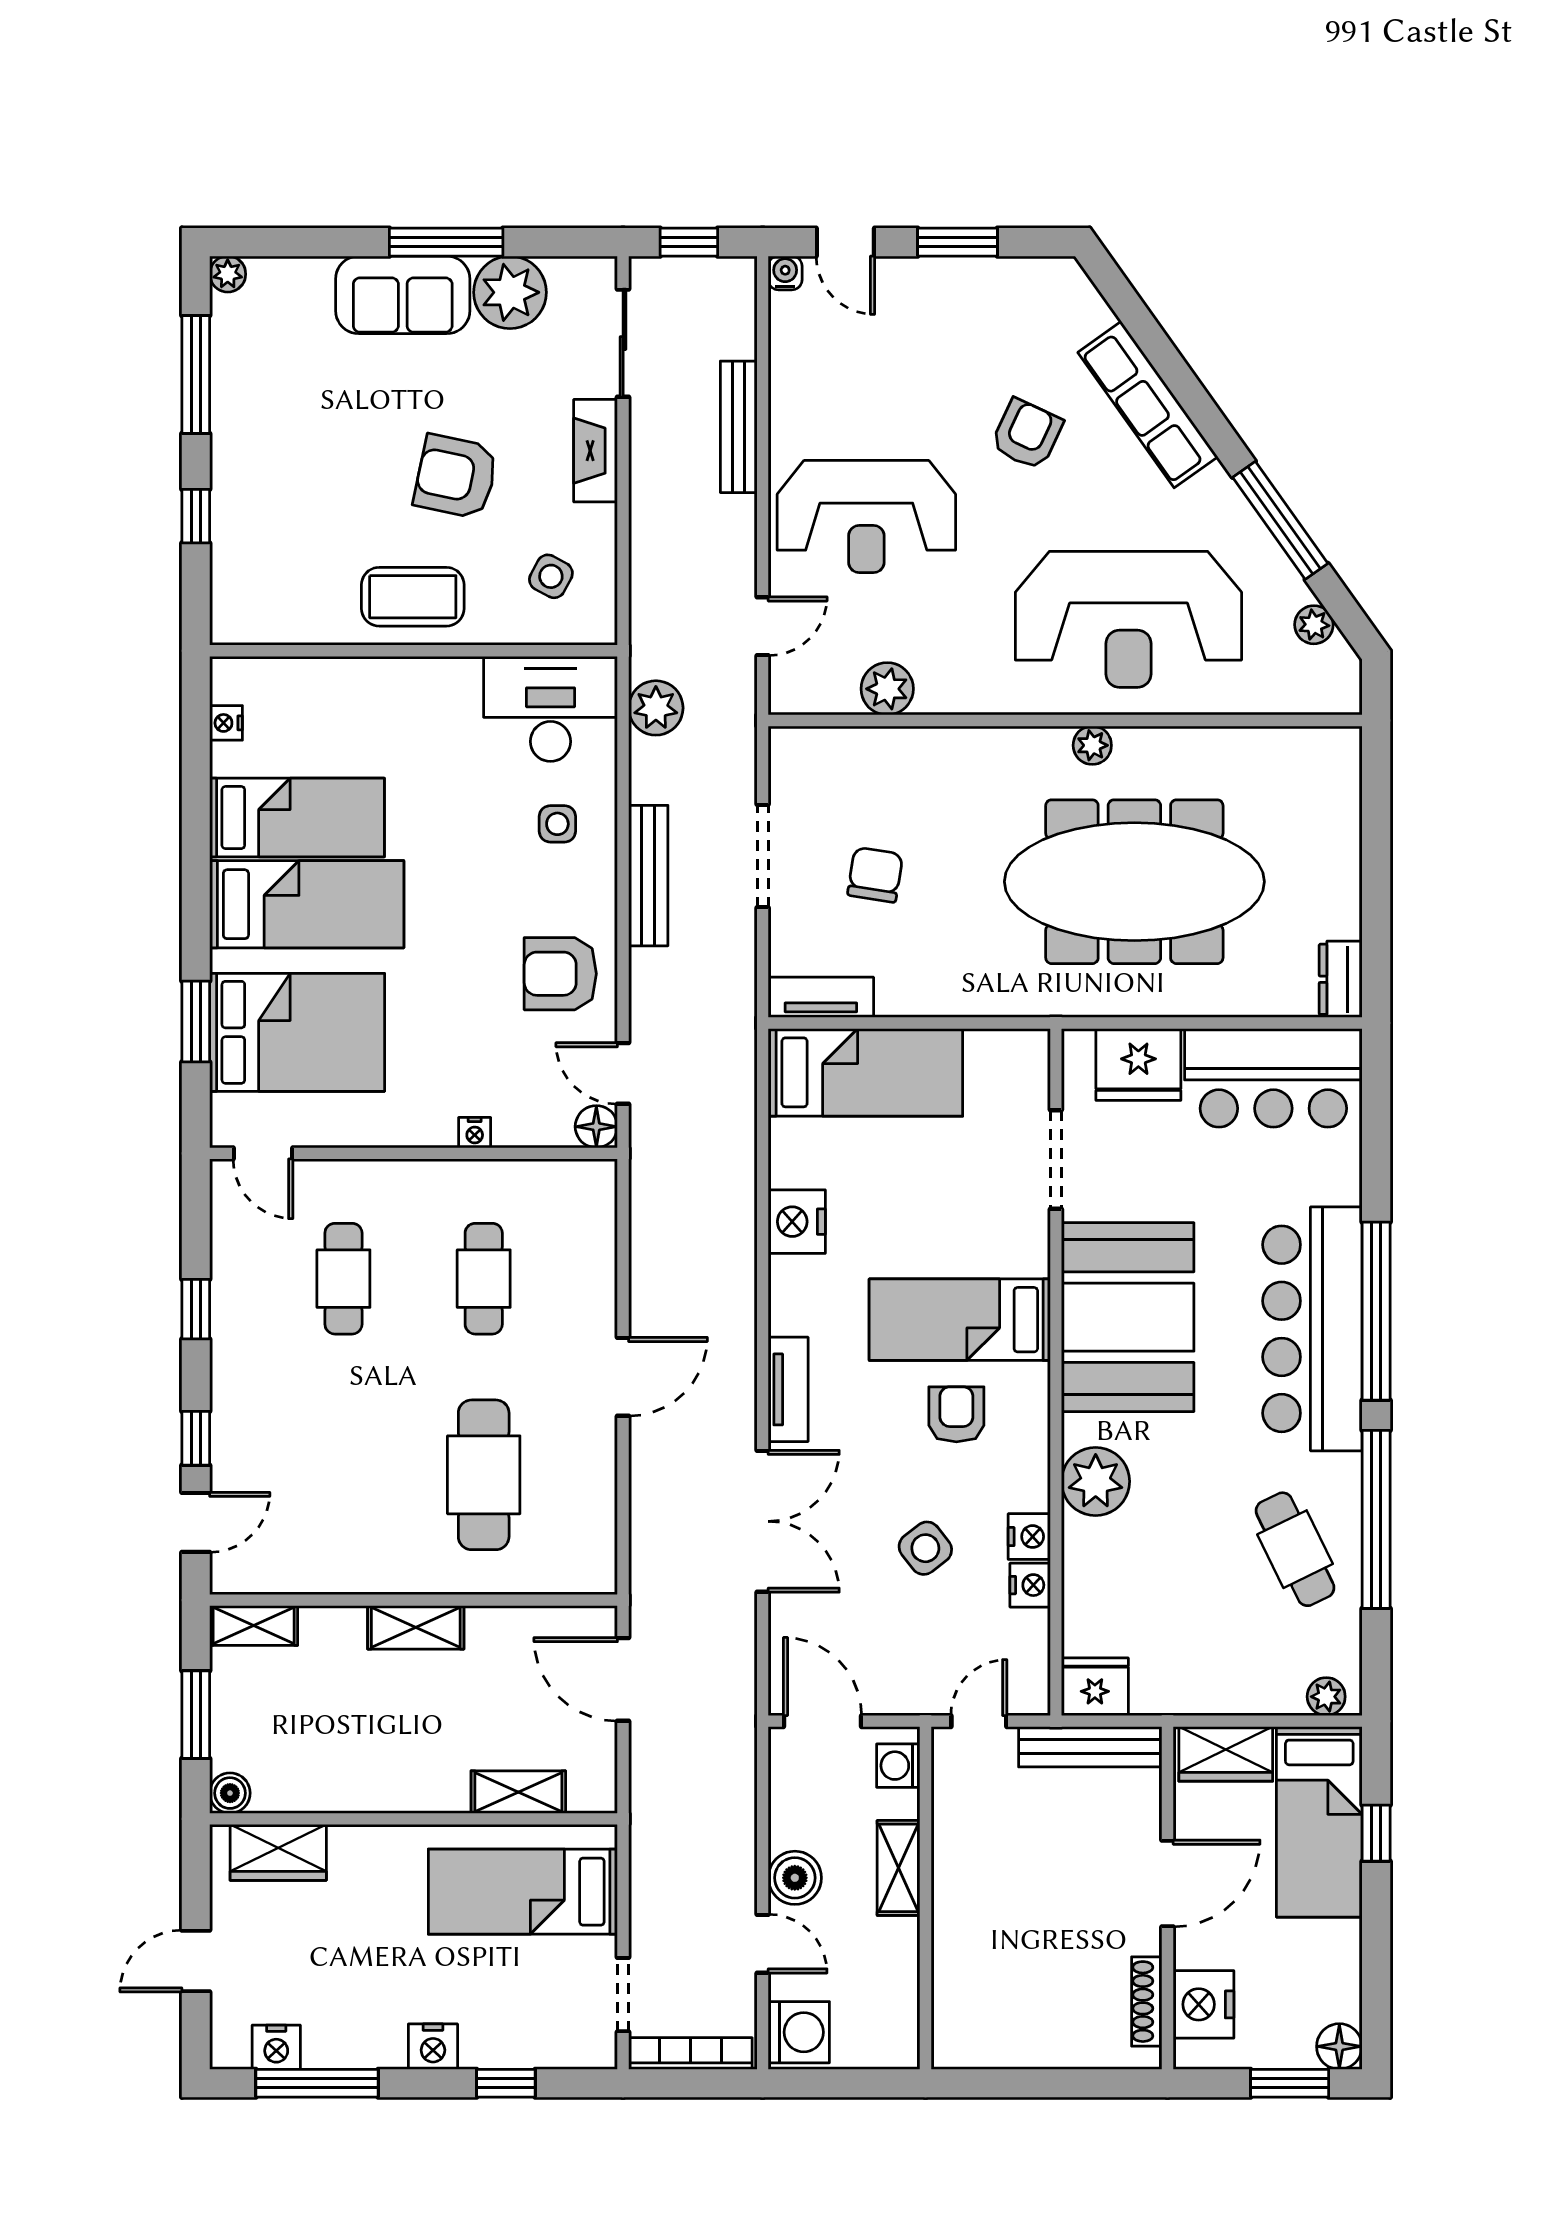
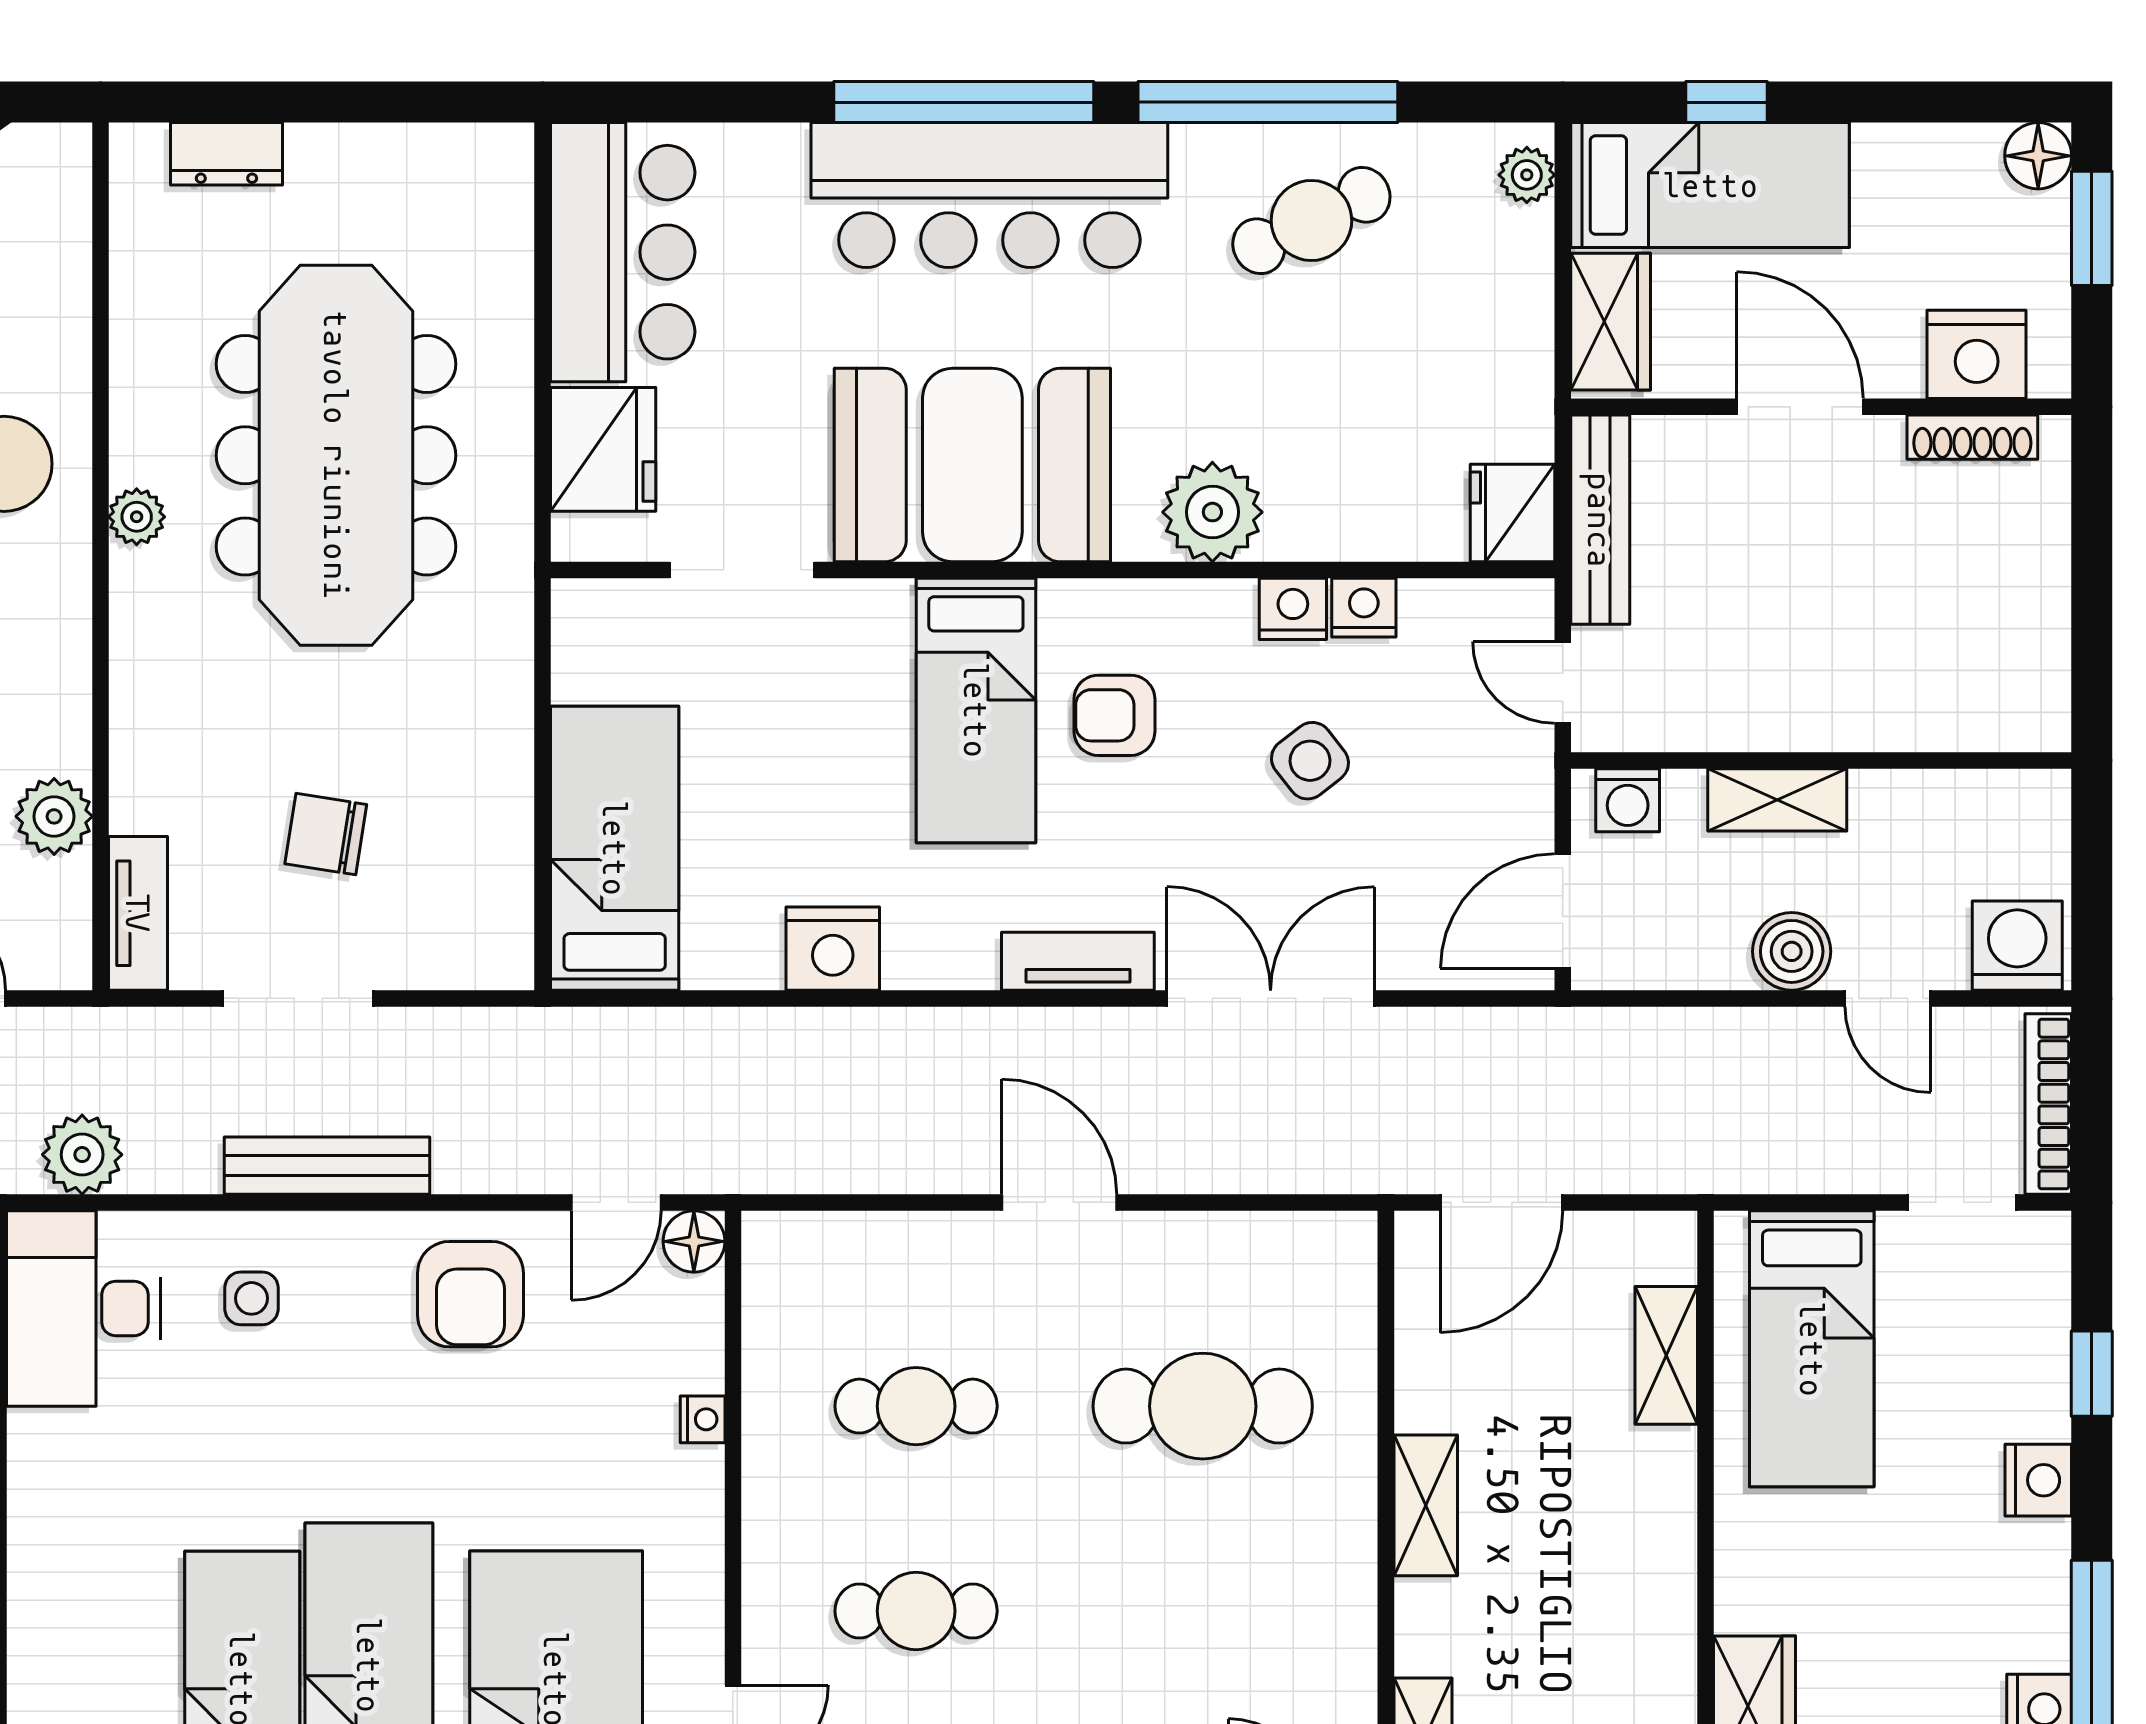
dresser: (1341, 979) -> (226, 154), moved
tv unit: (821, 997) -> (138, 913), moved, turned 180
door: (763, 1944) -> (1888, 998), swing flipped

